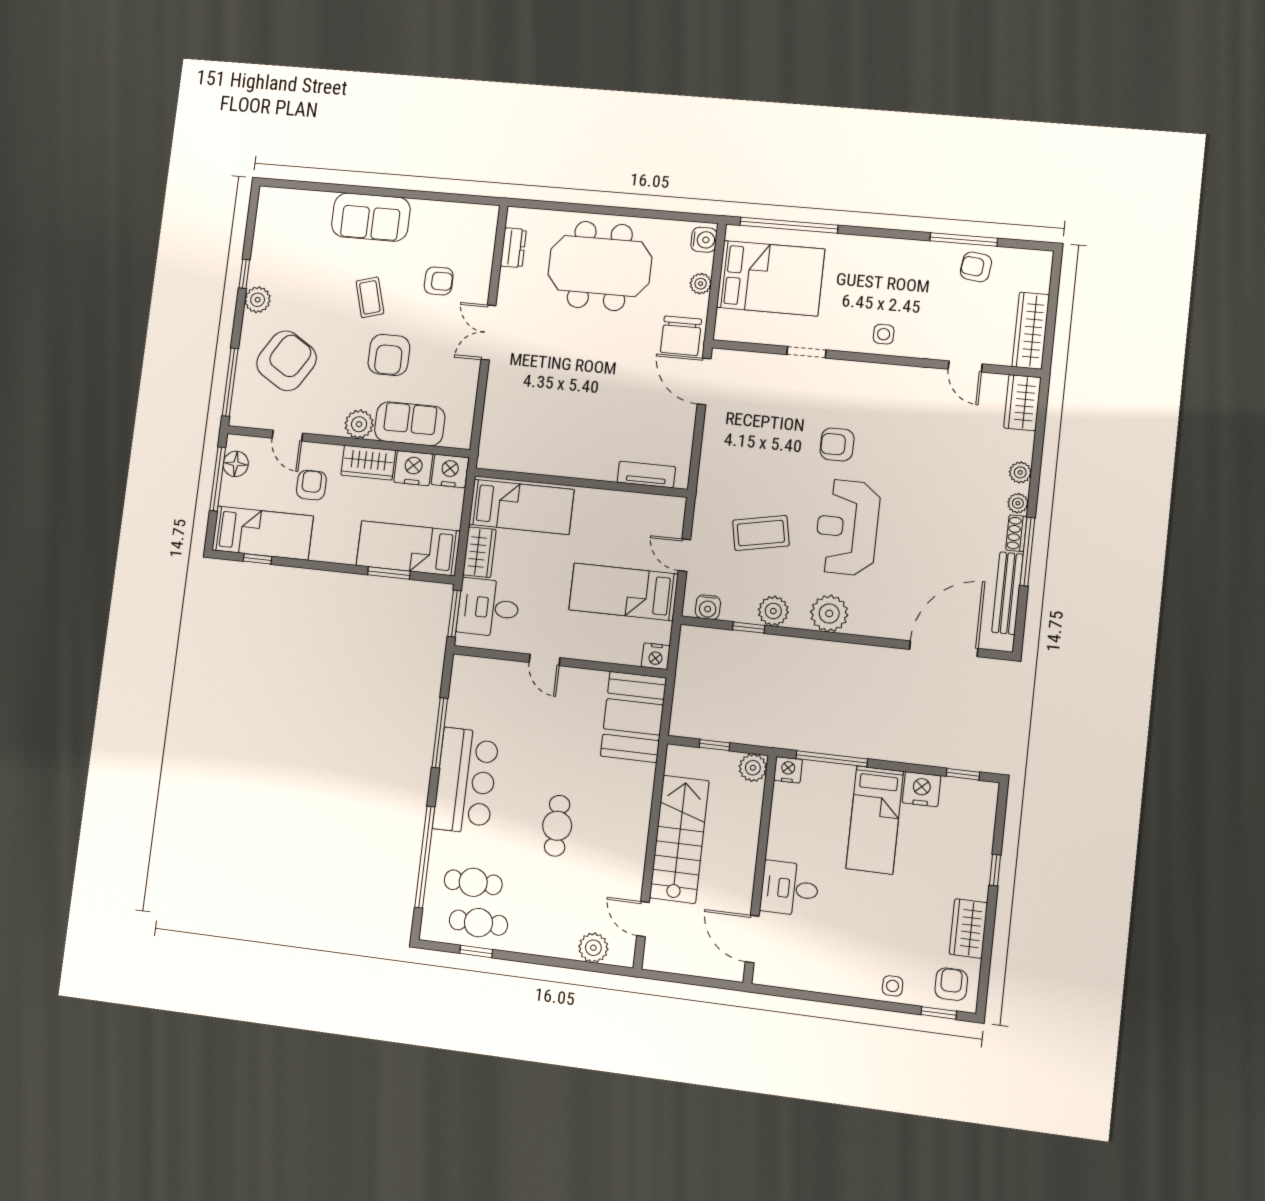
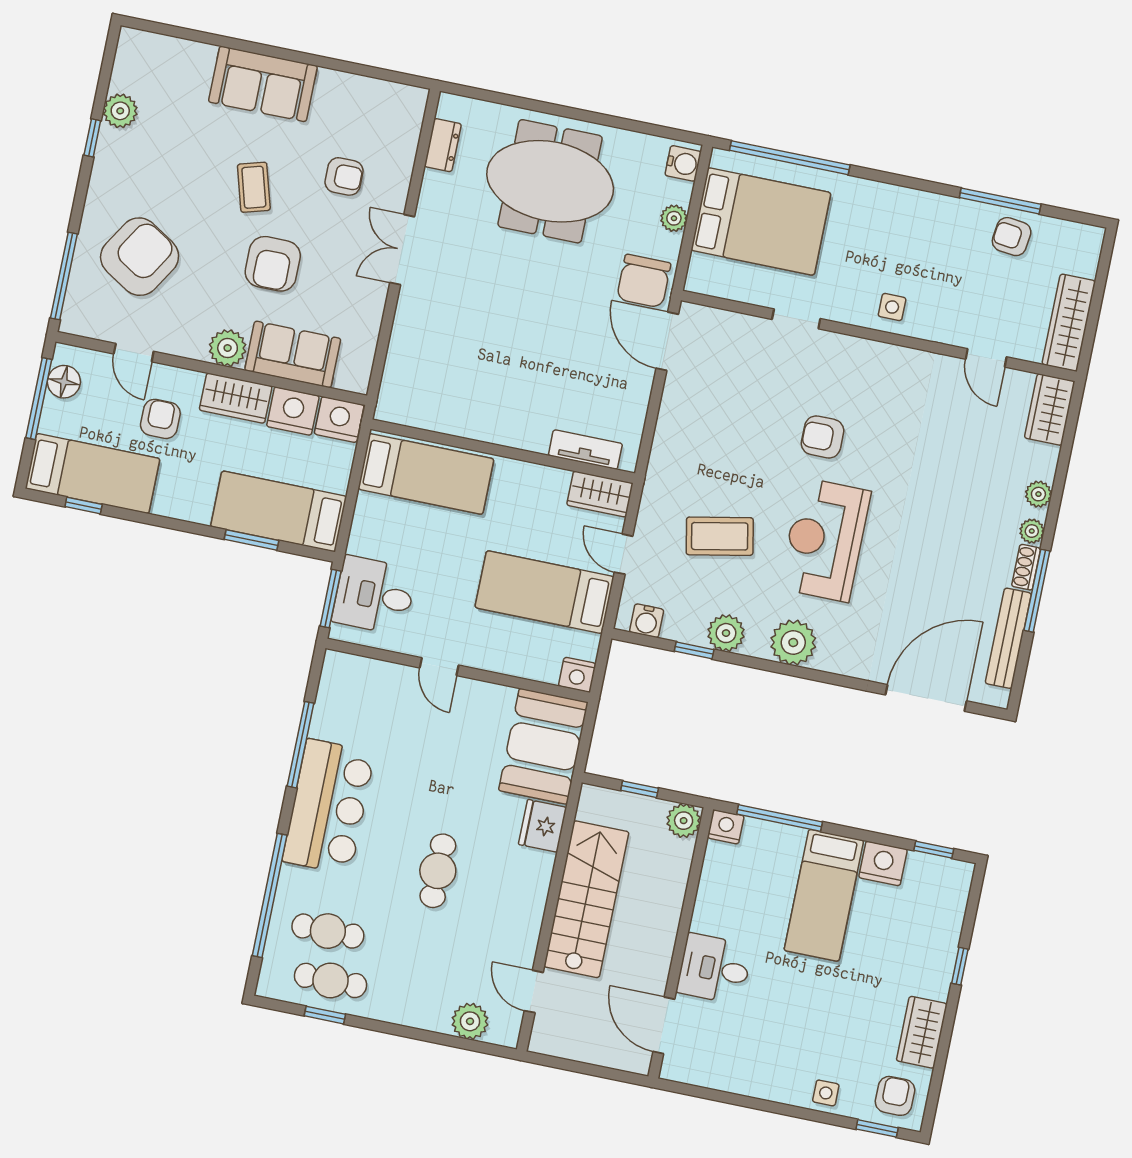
plant: (258, 300) -> (120, 111), moved
wardrobe: (479, 552) -> (600, 494), moved, turned 90
fridge: (638, 782) -> (543, 826), added

